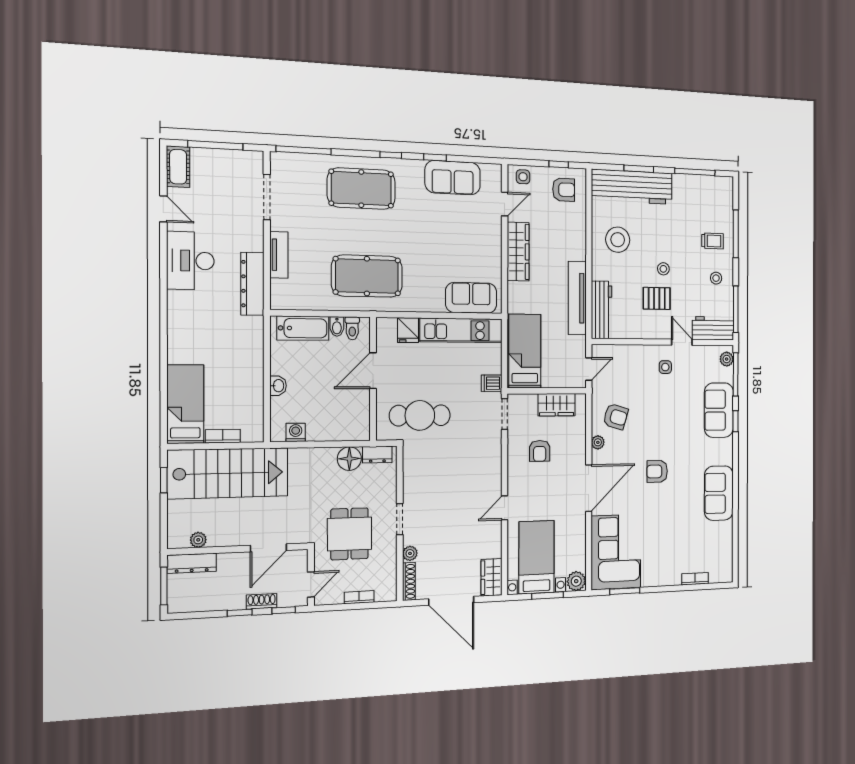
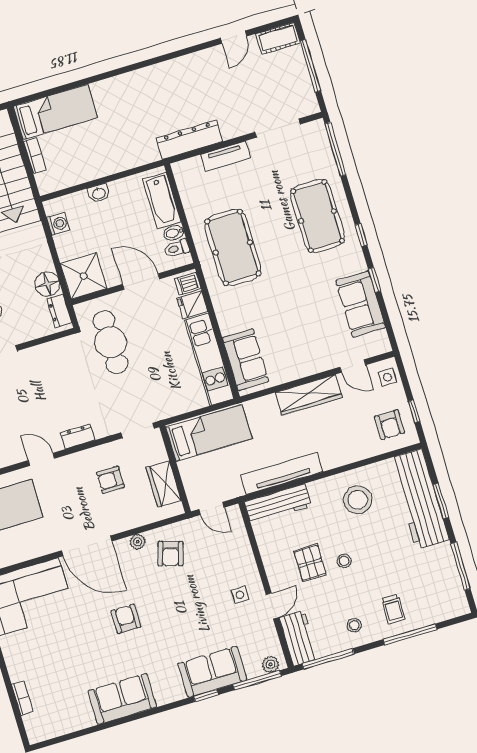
desk: (190, 261) -> (193, 76), removed
dishwasher: (492, 383) -> (188, 284), moved, turned -90
shower: (352, 423) -> (84, 276), added
dresser: (494, 470) -> (78, 436), added

